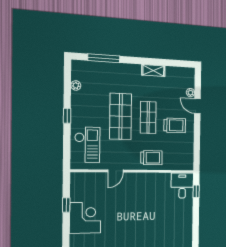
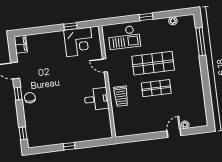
shelving: (153, 70) -> (198, 87), removed
trolley: (175, 125) -> (153, 114), removed
desk: (182, 185) -> (96, 99), moved
window: (196, 191) -> (69, 146), moved
corner desk: (85, 218) -> (79, 42), moved

